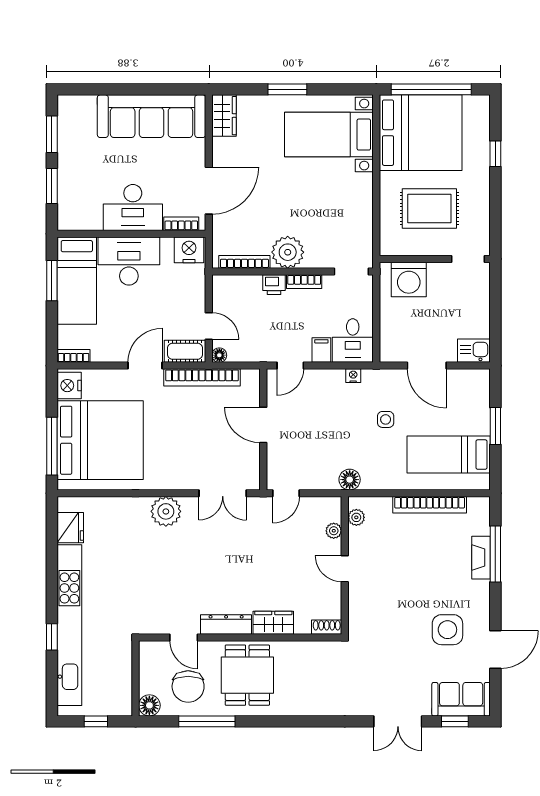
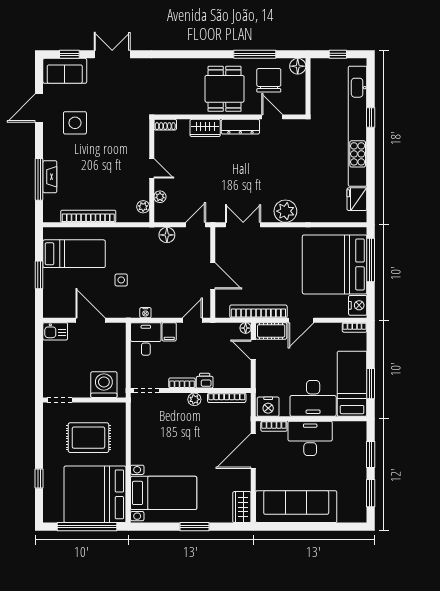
plant: (288, 252) -> (194, 399), width x0.53, depth x0.53
floor lamp: (350, 480) -> (167, 235), moved

